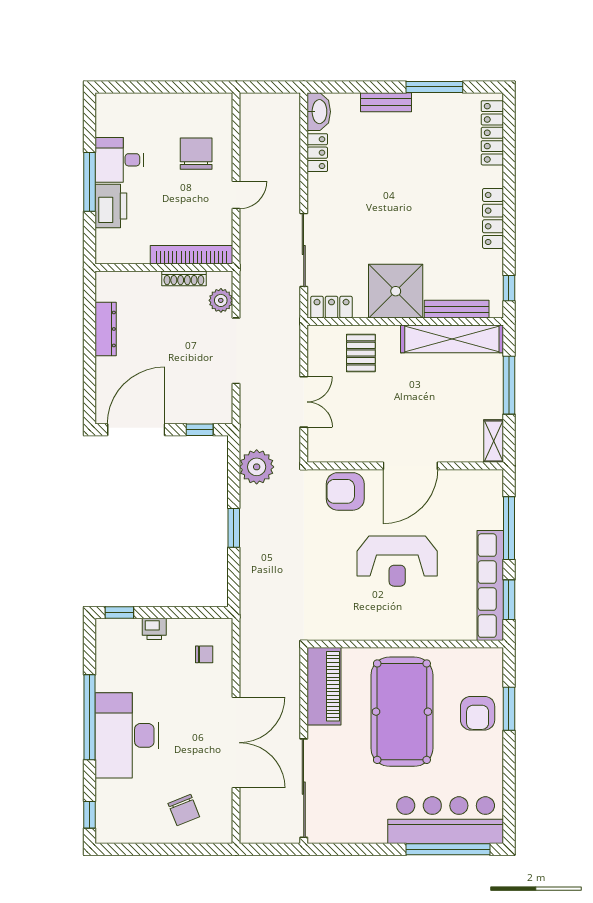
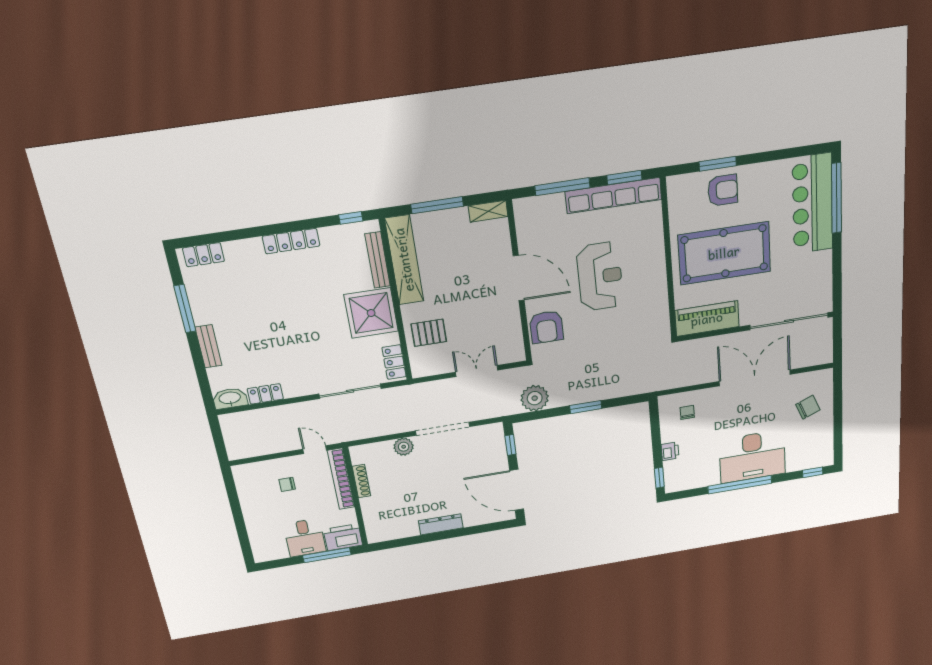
locker: (492, 133) -> (204, 255), width x0.66
chair: (196, 154) -> (287, 484), width x0.54, depth x0.54
bookcase: (191, 255) -> (341, 479), moved
wall: (164, 267) -> (355, 497), moved
shoe rack: (184, 278) -> (361, 481), moved

